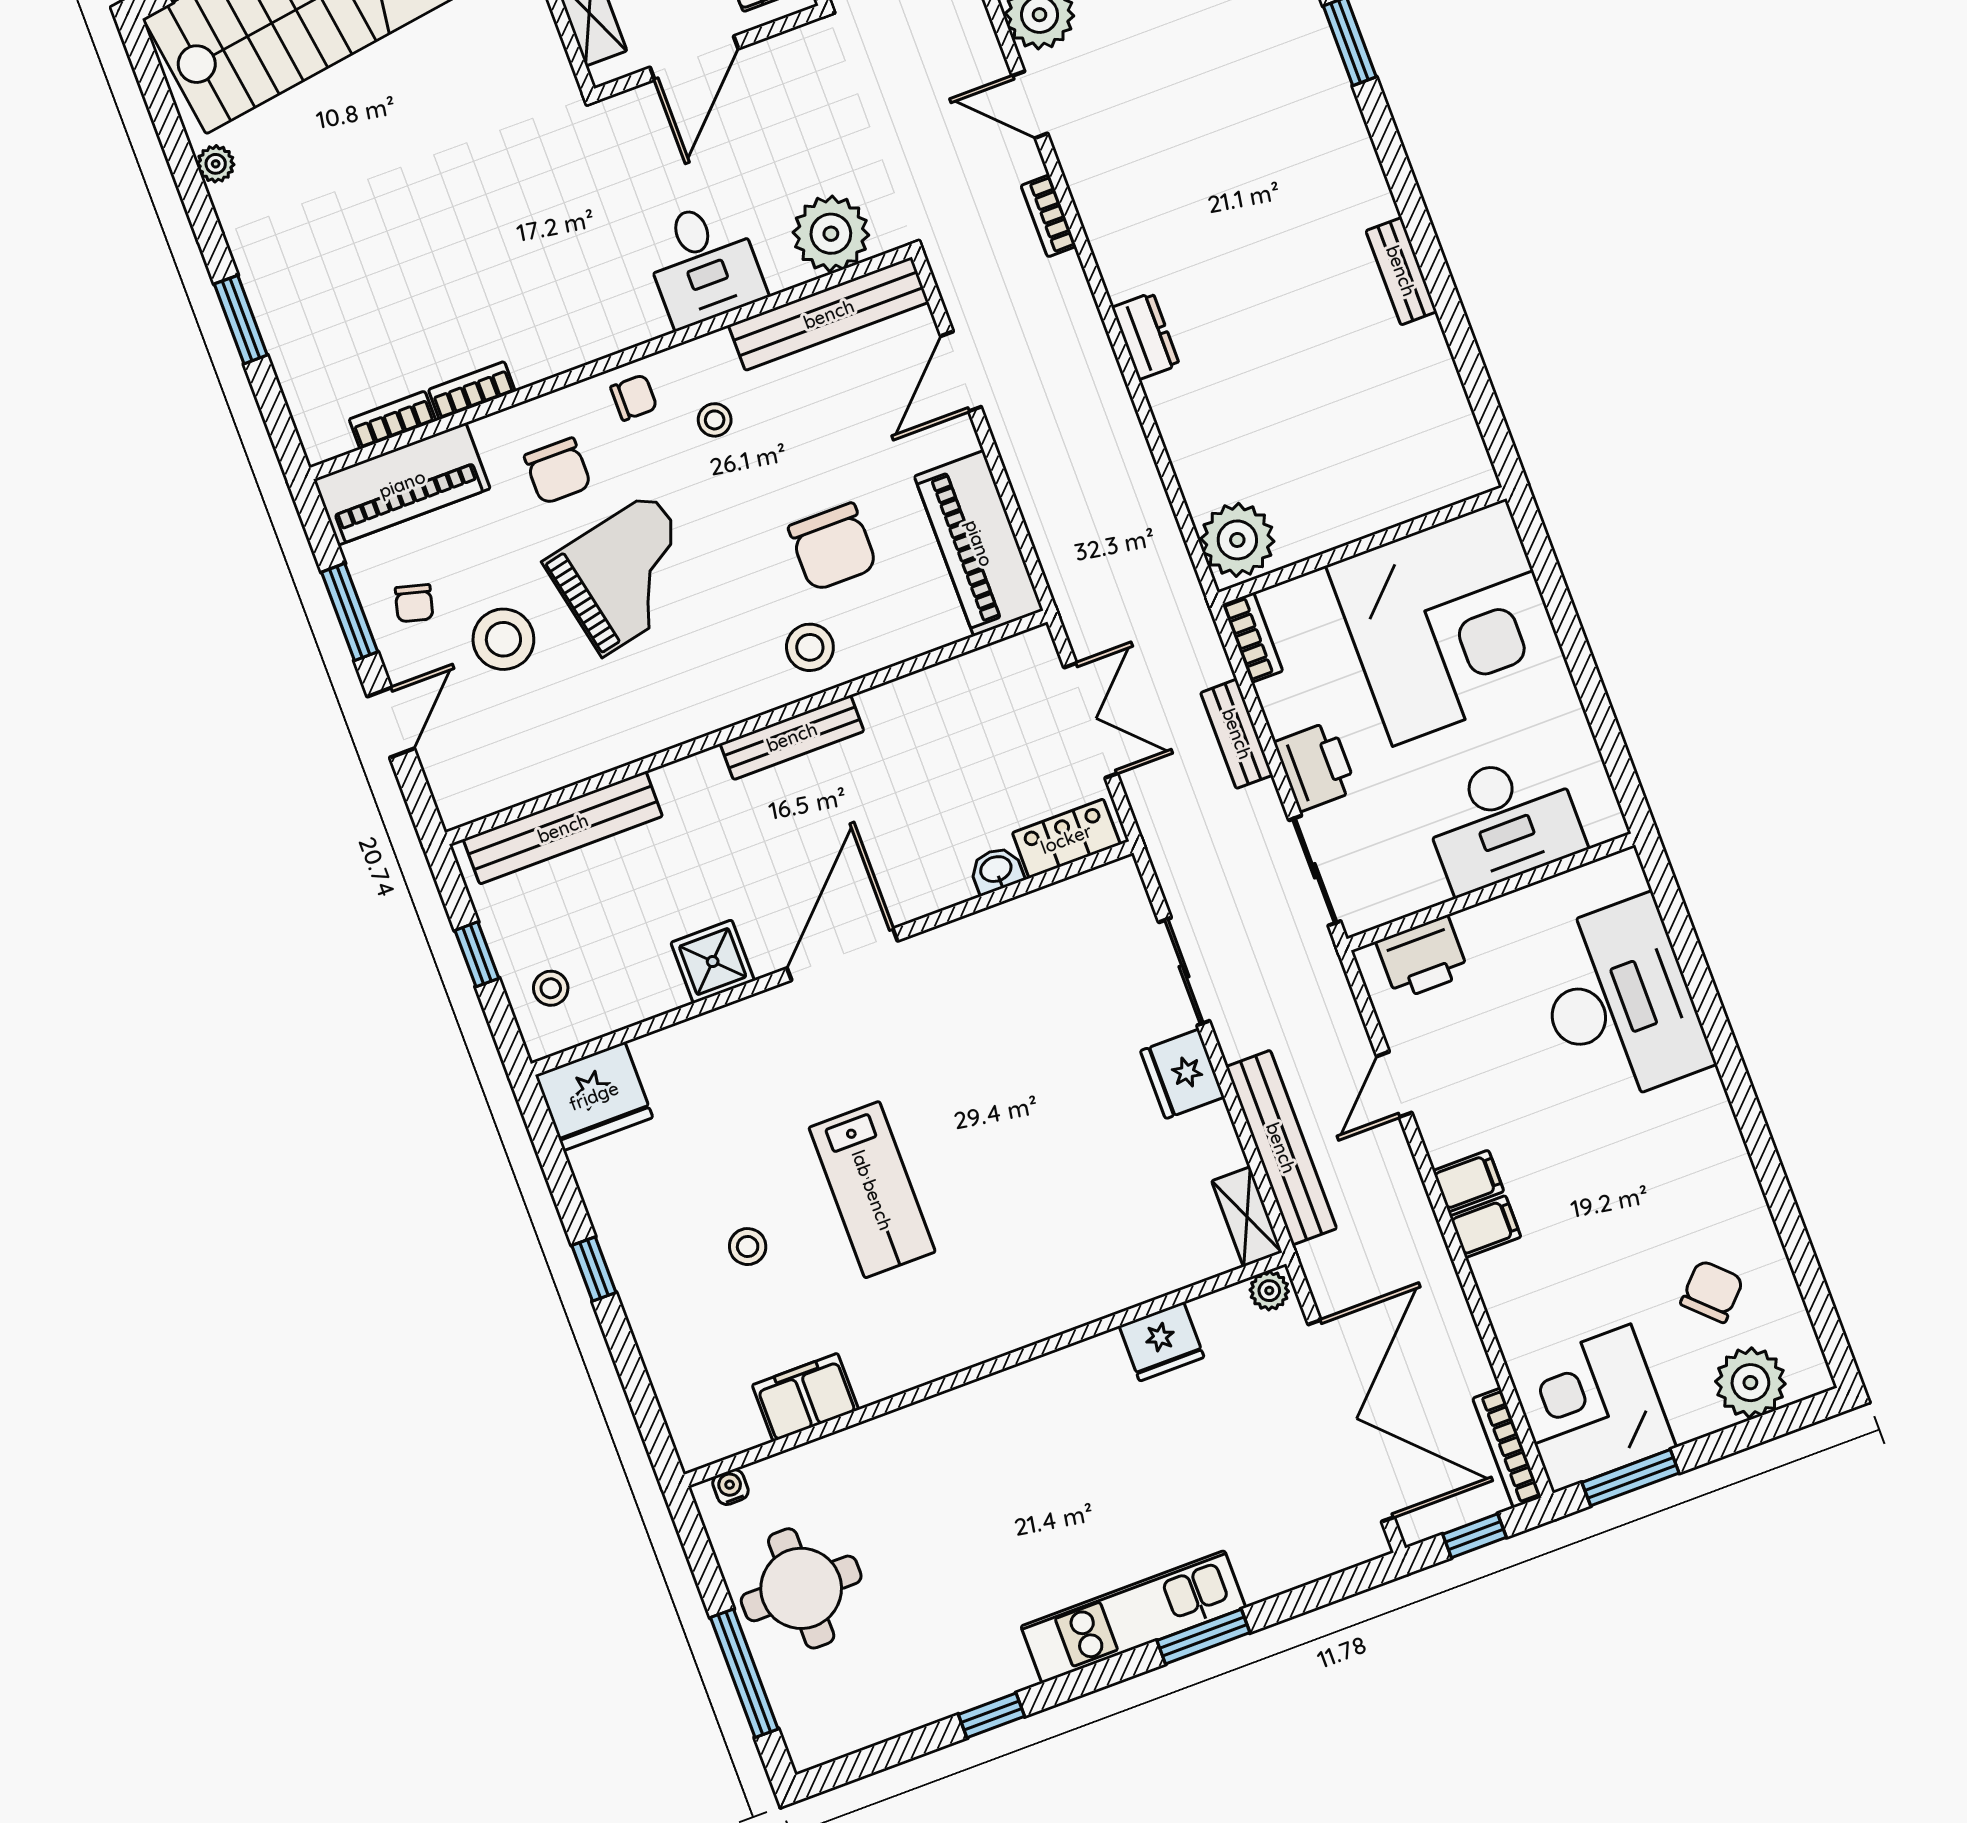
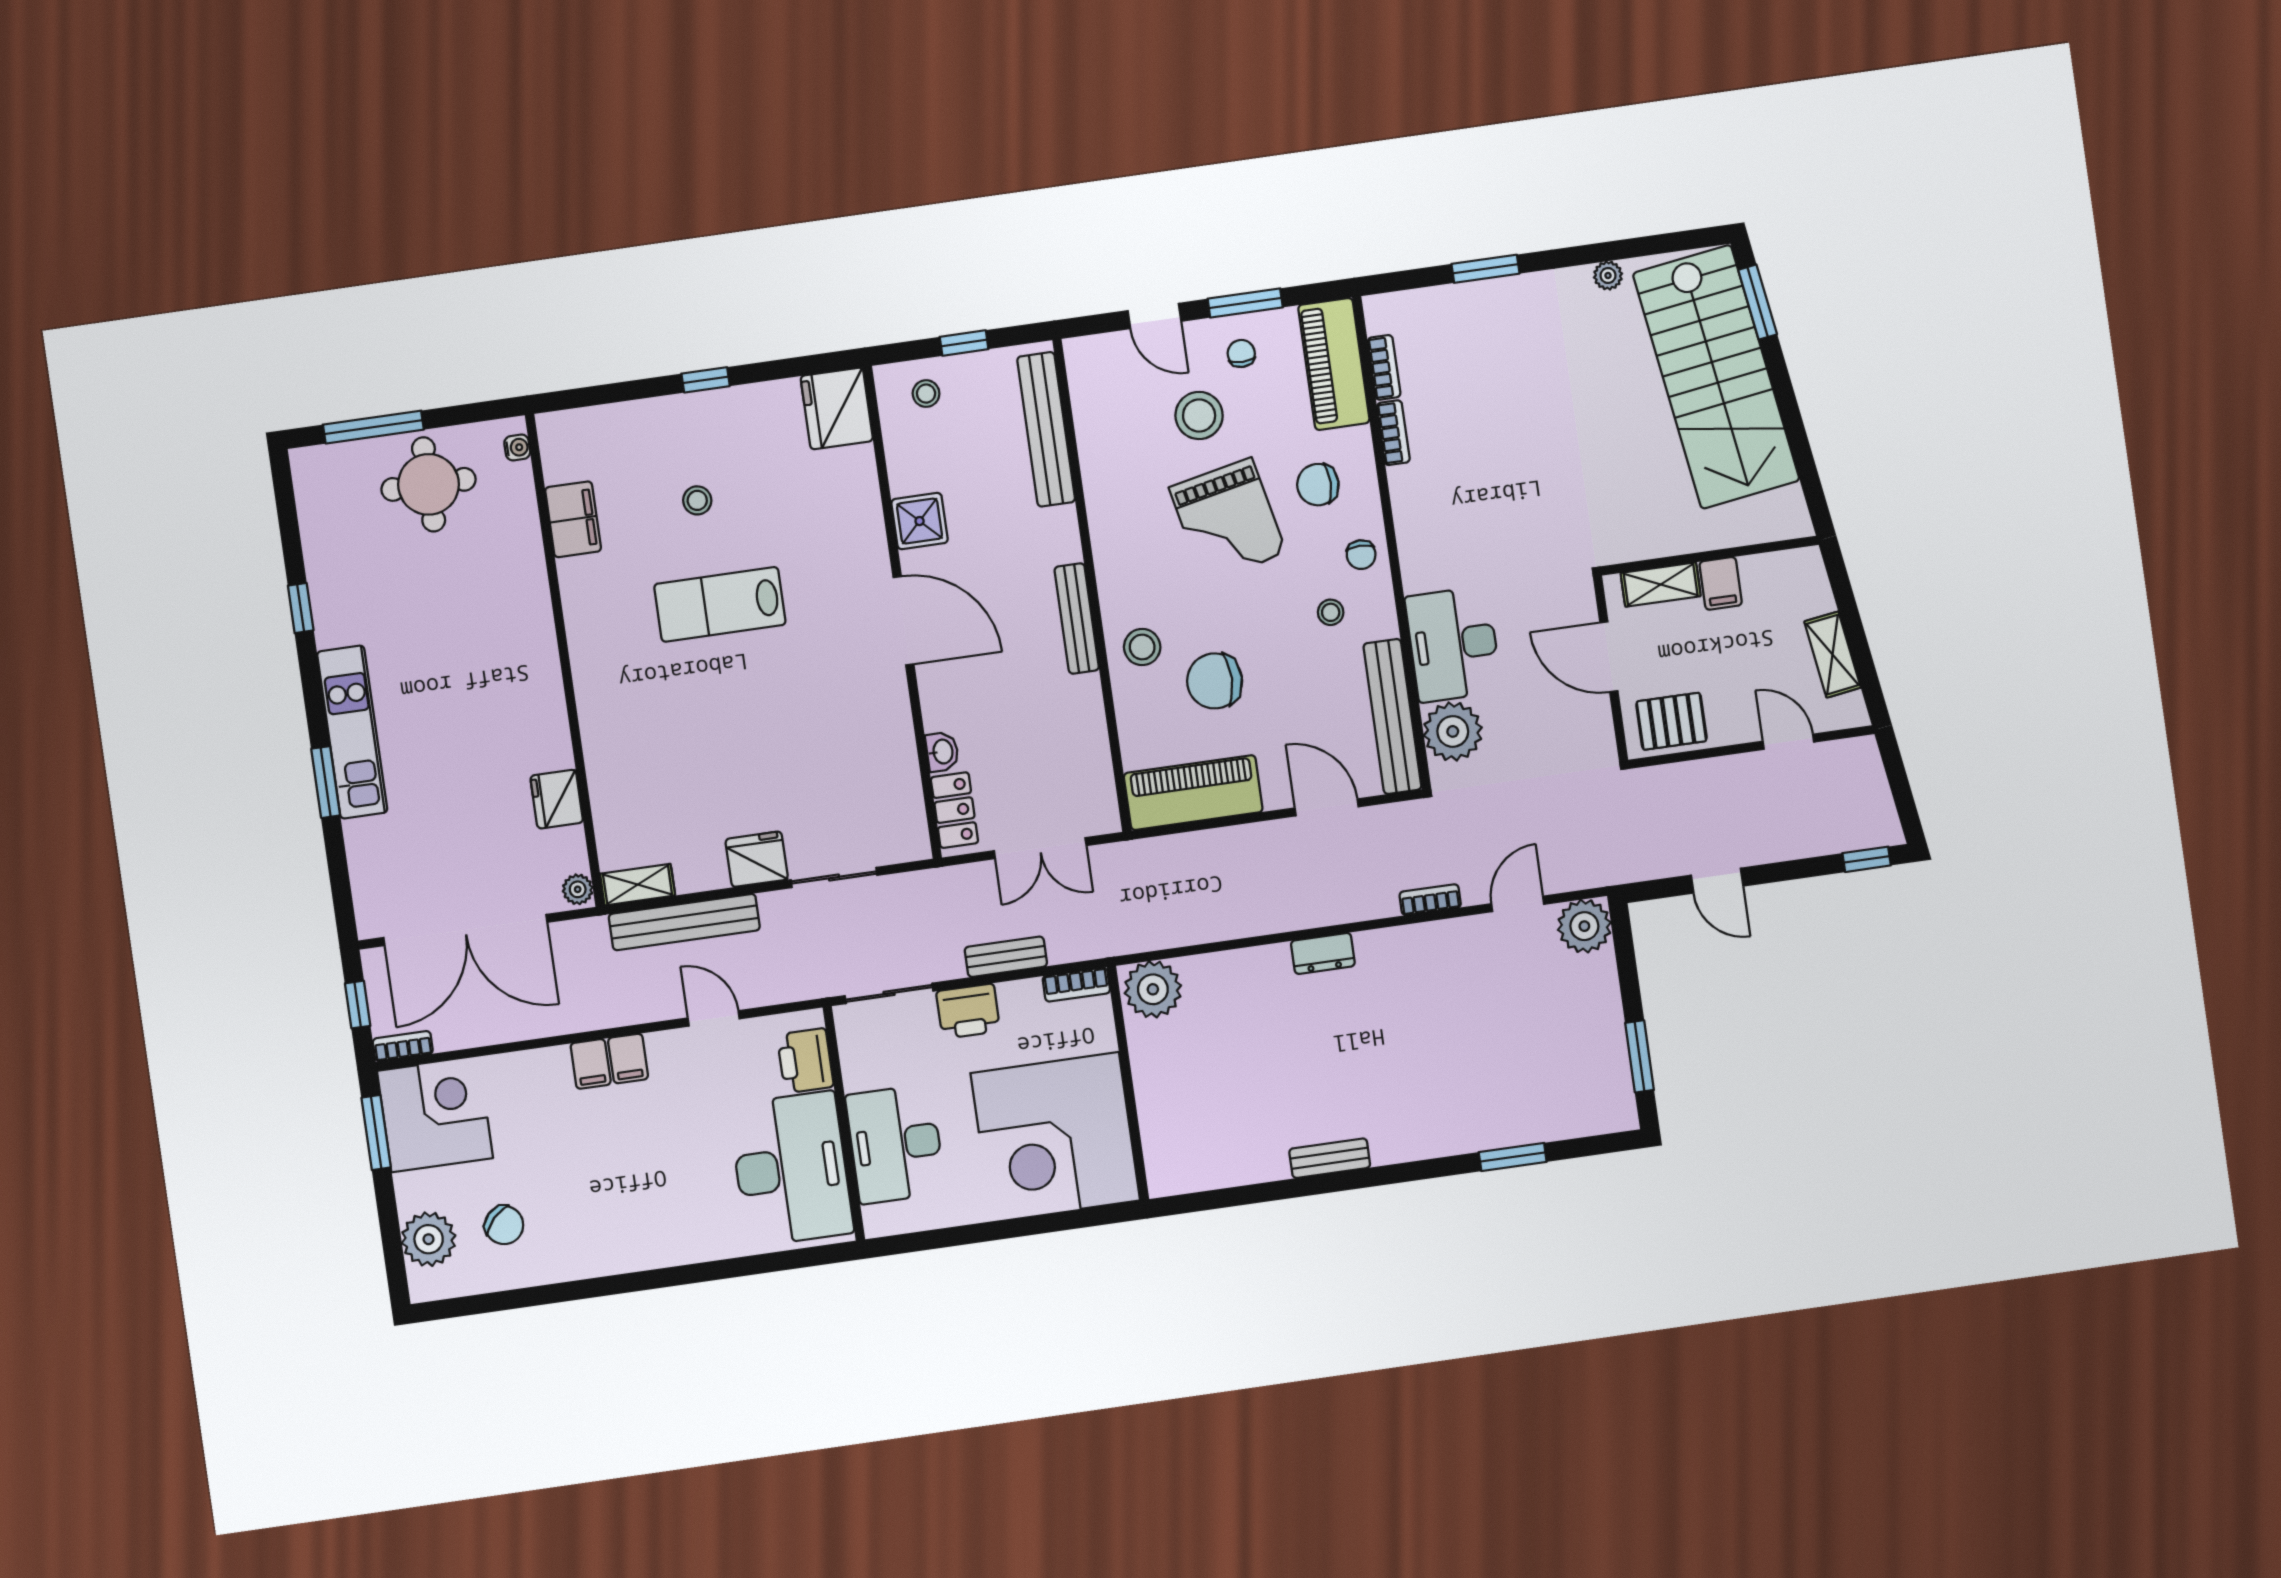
desk: (704, 264) -> (1453, 644), width x1.37
chair: (414, 603) -> (1241, 353), turned 75
desk: (1619, 1002) -> (791, 1169), moved, turned -90
bookcase: (1507, 1448) -> (403, 1046), width x0.64

